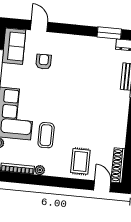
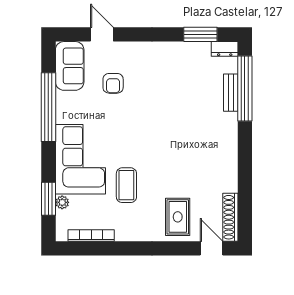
armchair: (44, 62) -> (113, 83), turned 180
plant: (40, 170) -> (123, 235), removed

